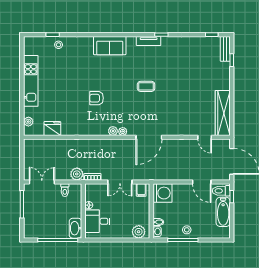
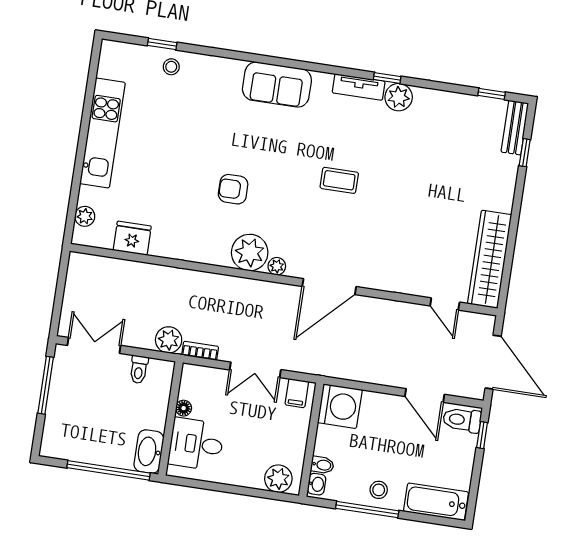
plant: (168, 43) -> (399, 97), added
plant: (113, 131) -> (250, 253), width x1.88, depth x1.88
bathtub: (223, 212) -> (436, 502), moved, turned 90

